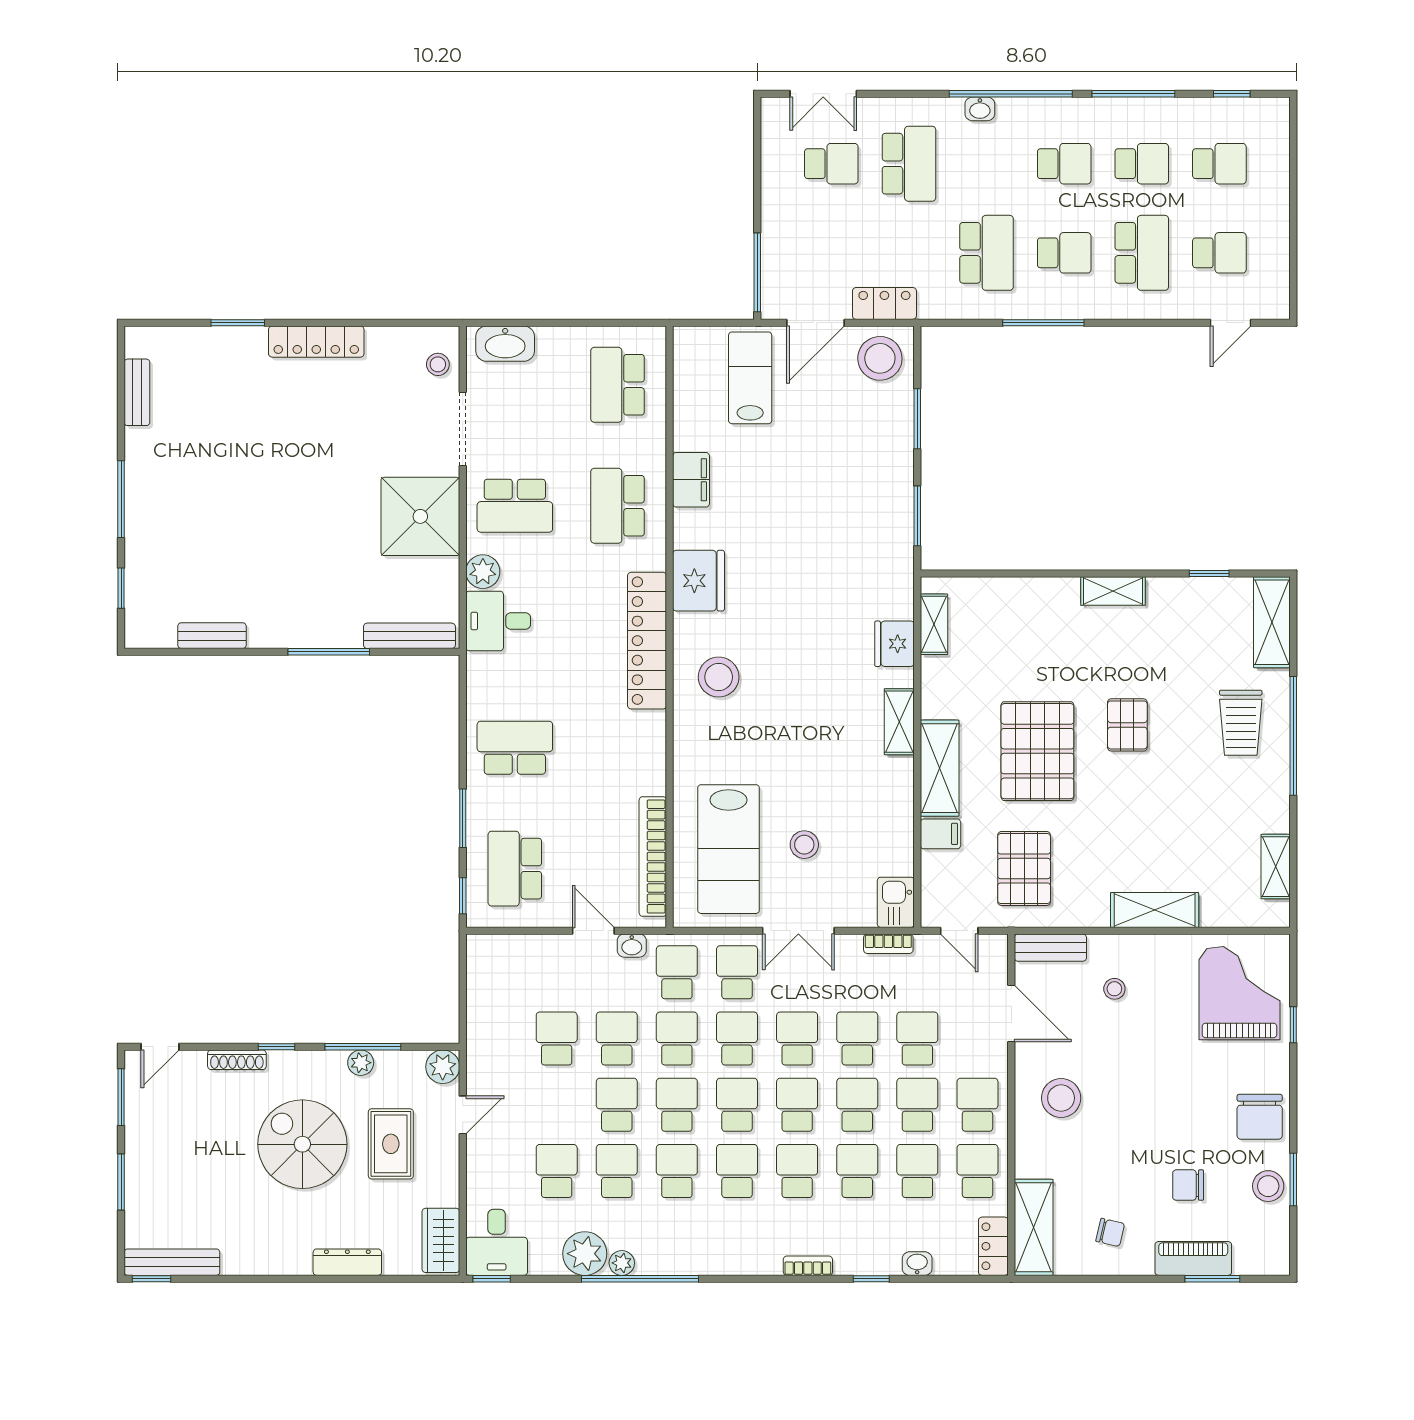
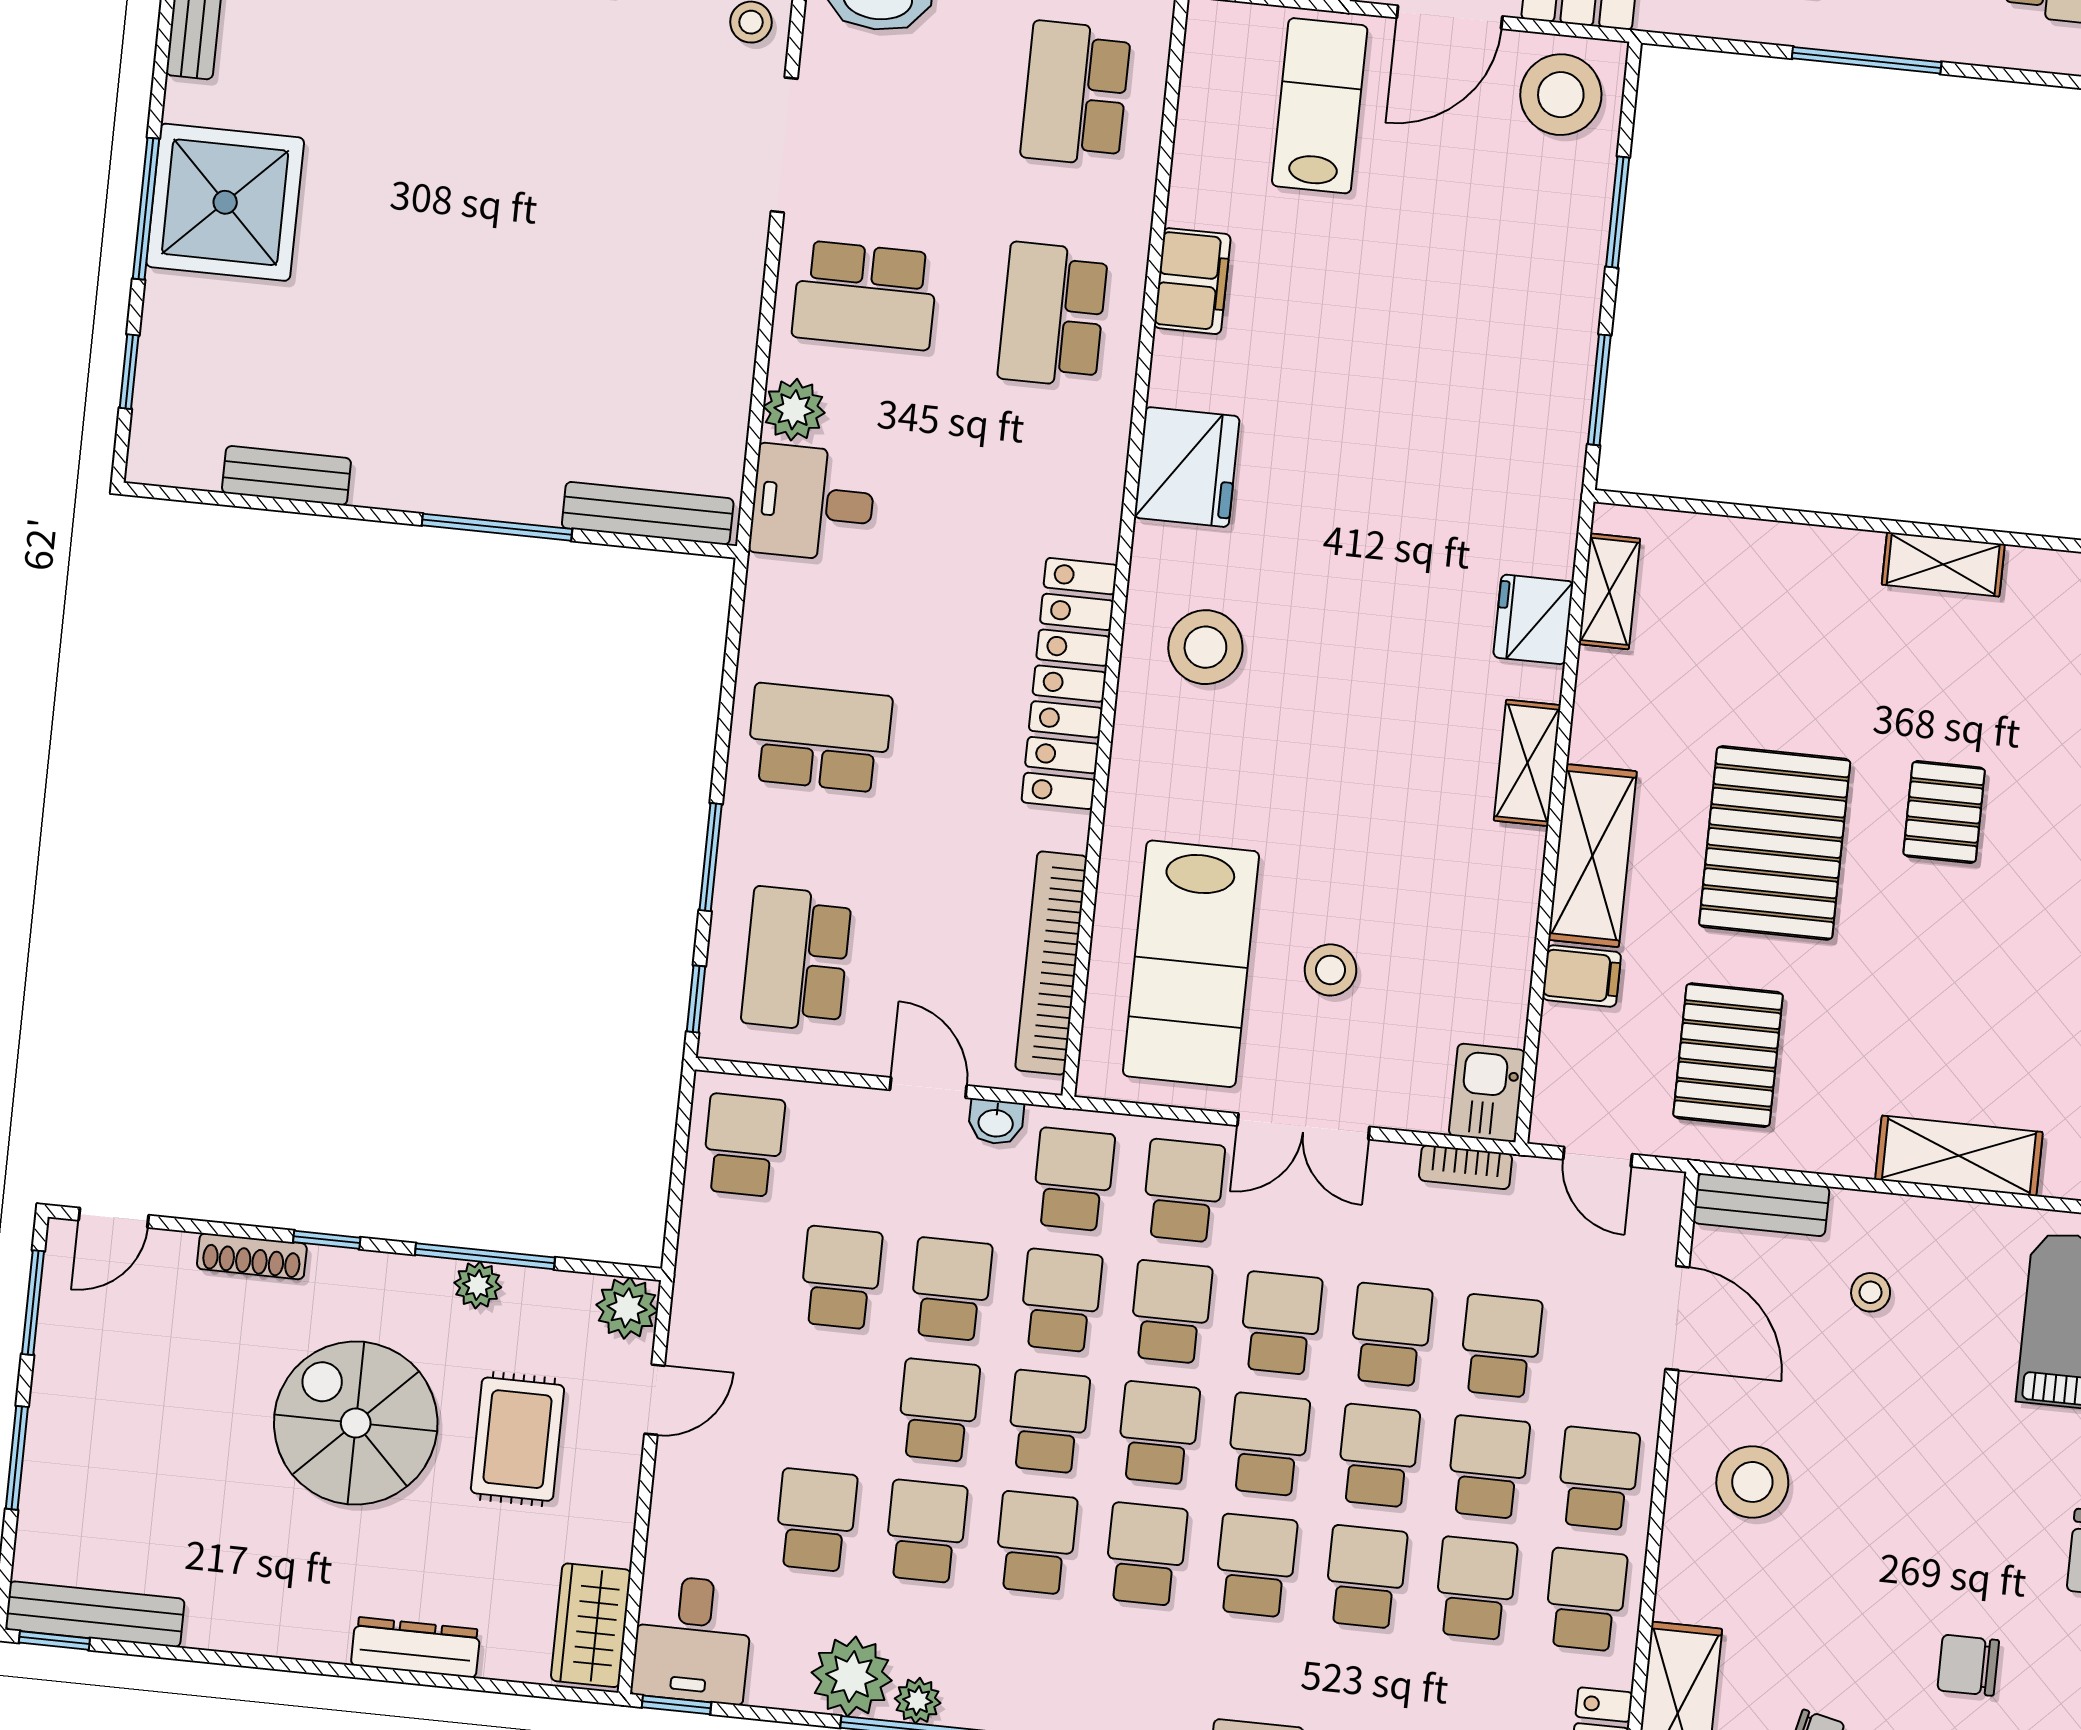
shower: (420, 516) -> (225, 202), moved
locker: (647, 641) -> (1069, 684), moved
school desk: (497, 972) -> (743, 1145), added

